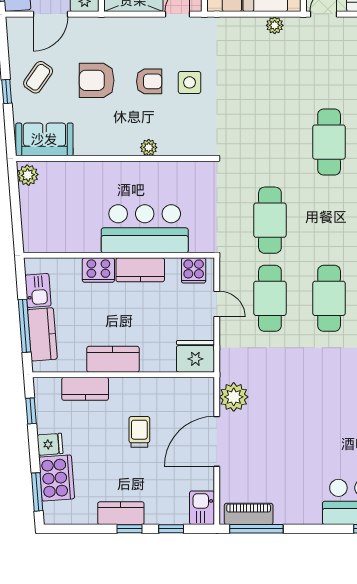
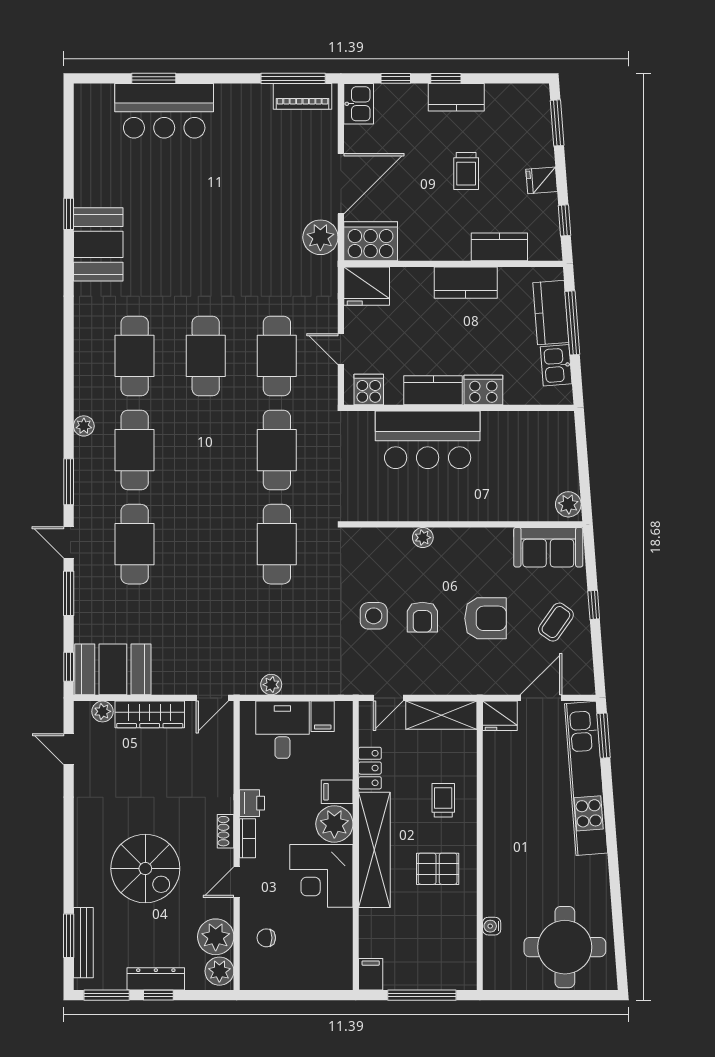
armchair: (149, 81) -> (422, 617), turned -90
cafe table: (329, 142) -> (277, 544), moved
trolley: (139, 432) -> (466, 171), moved
cooker: (57, 478) -> (371, 241), moved, turned 94

